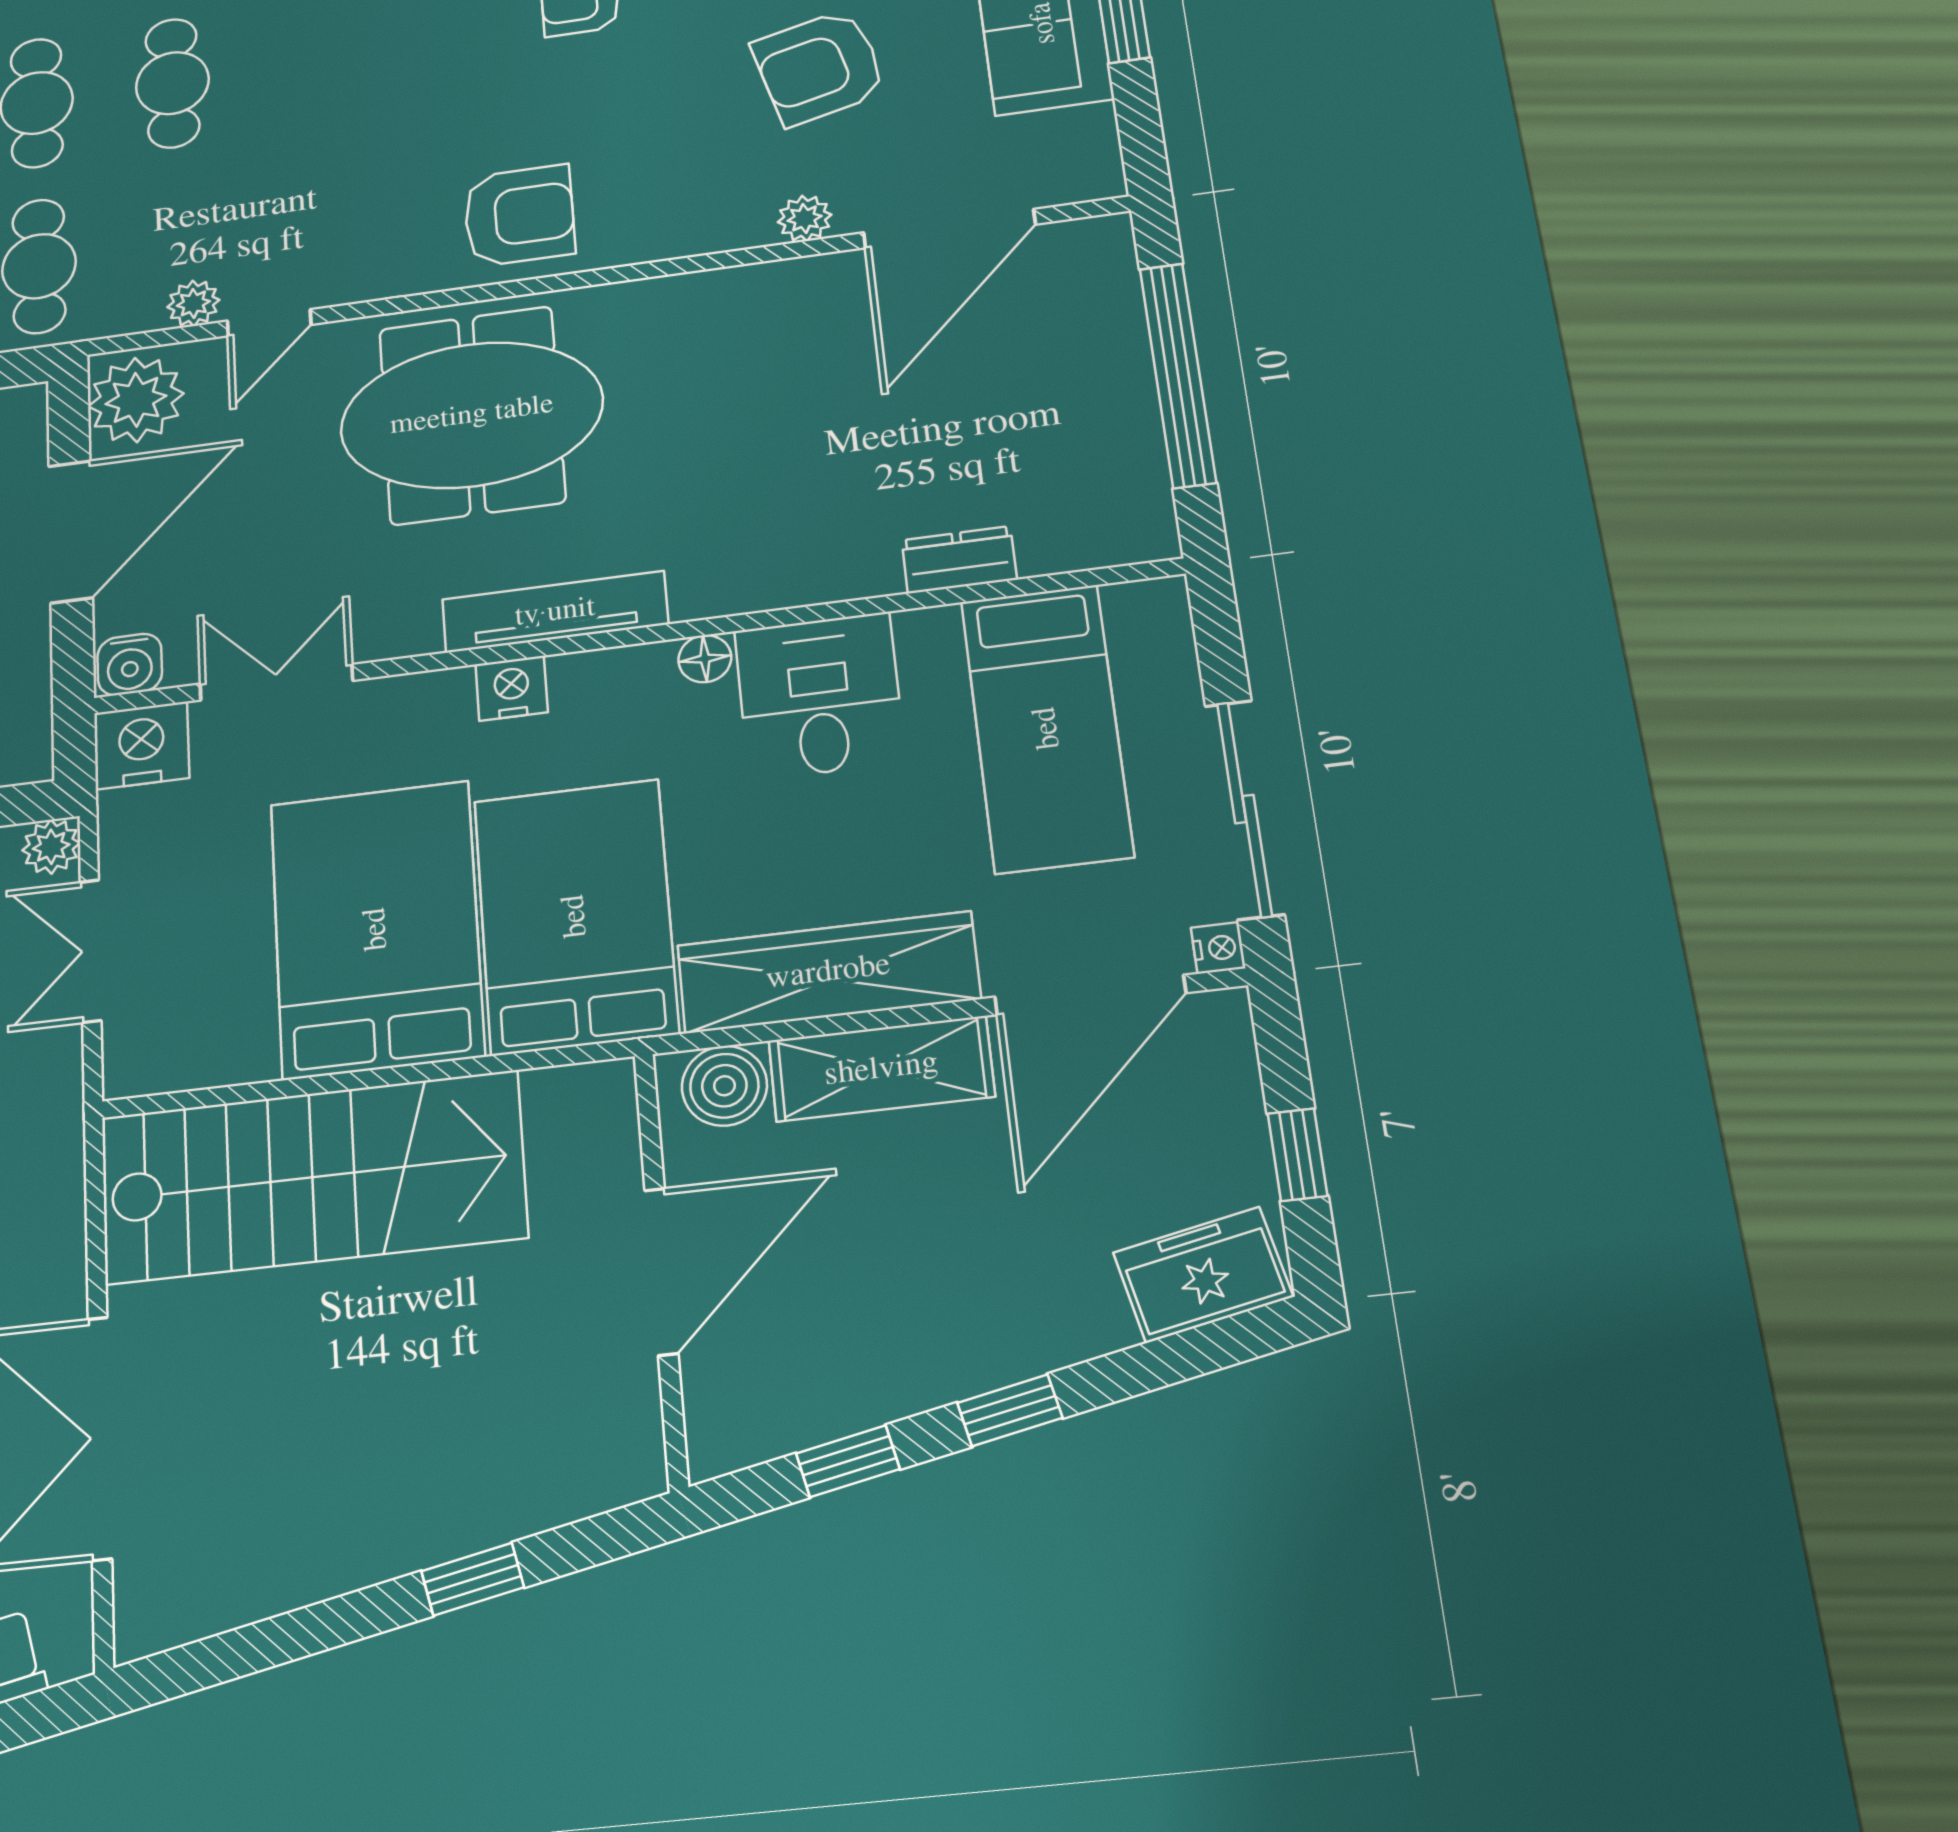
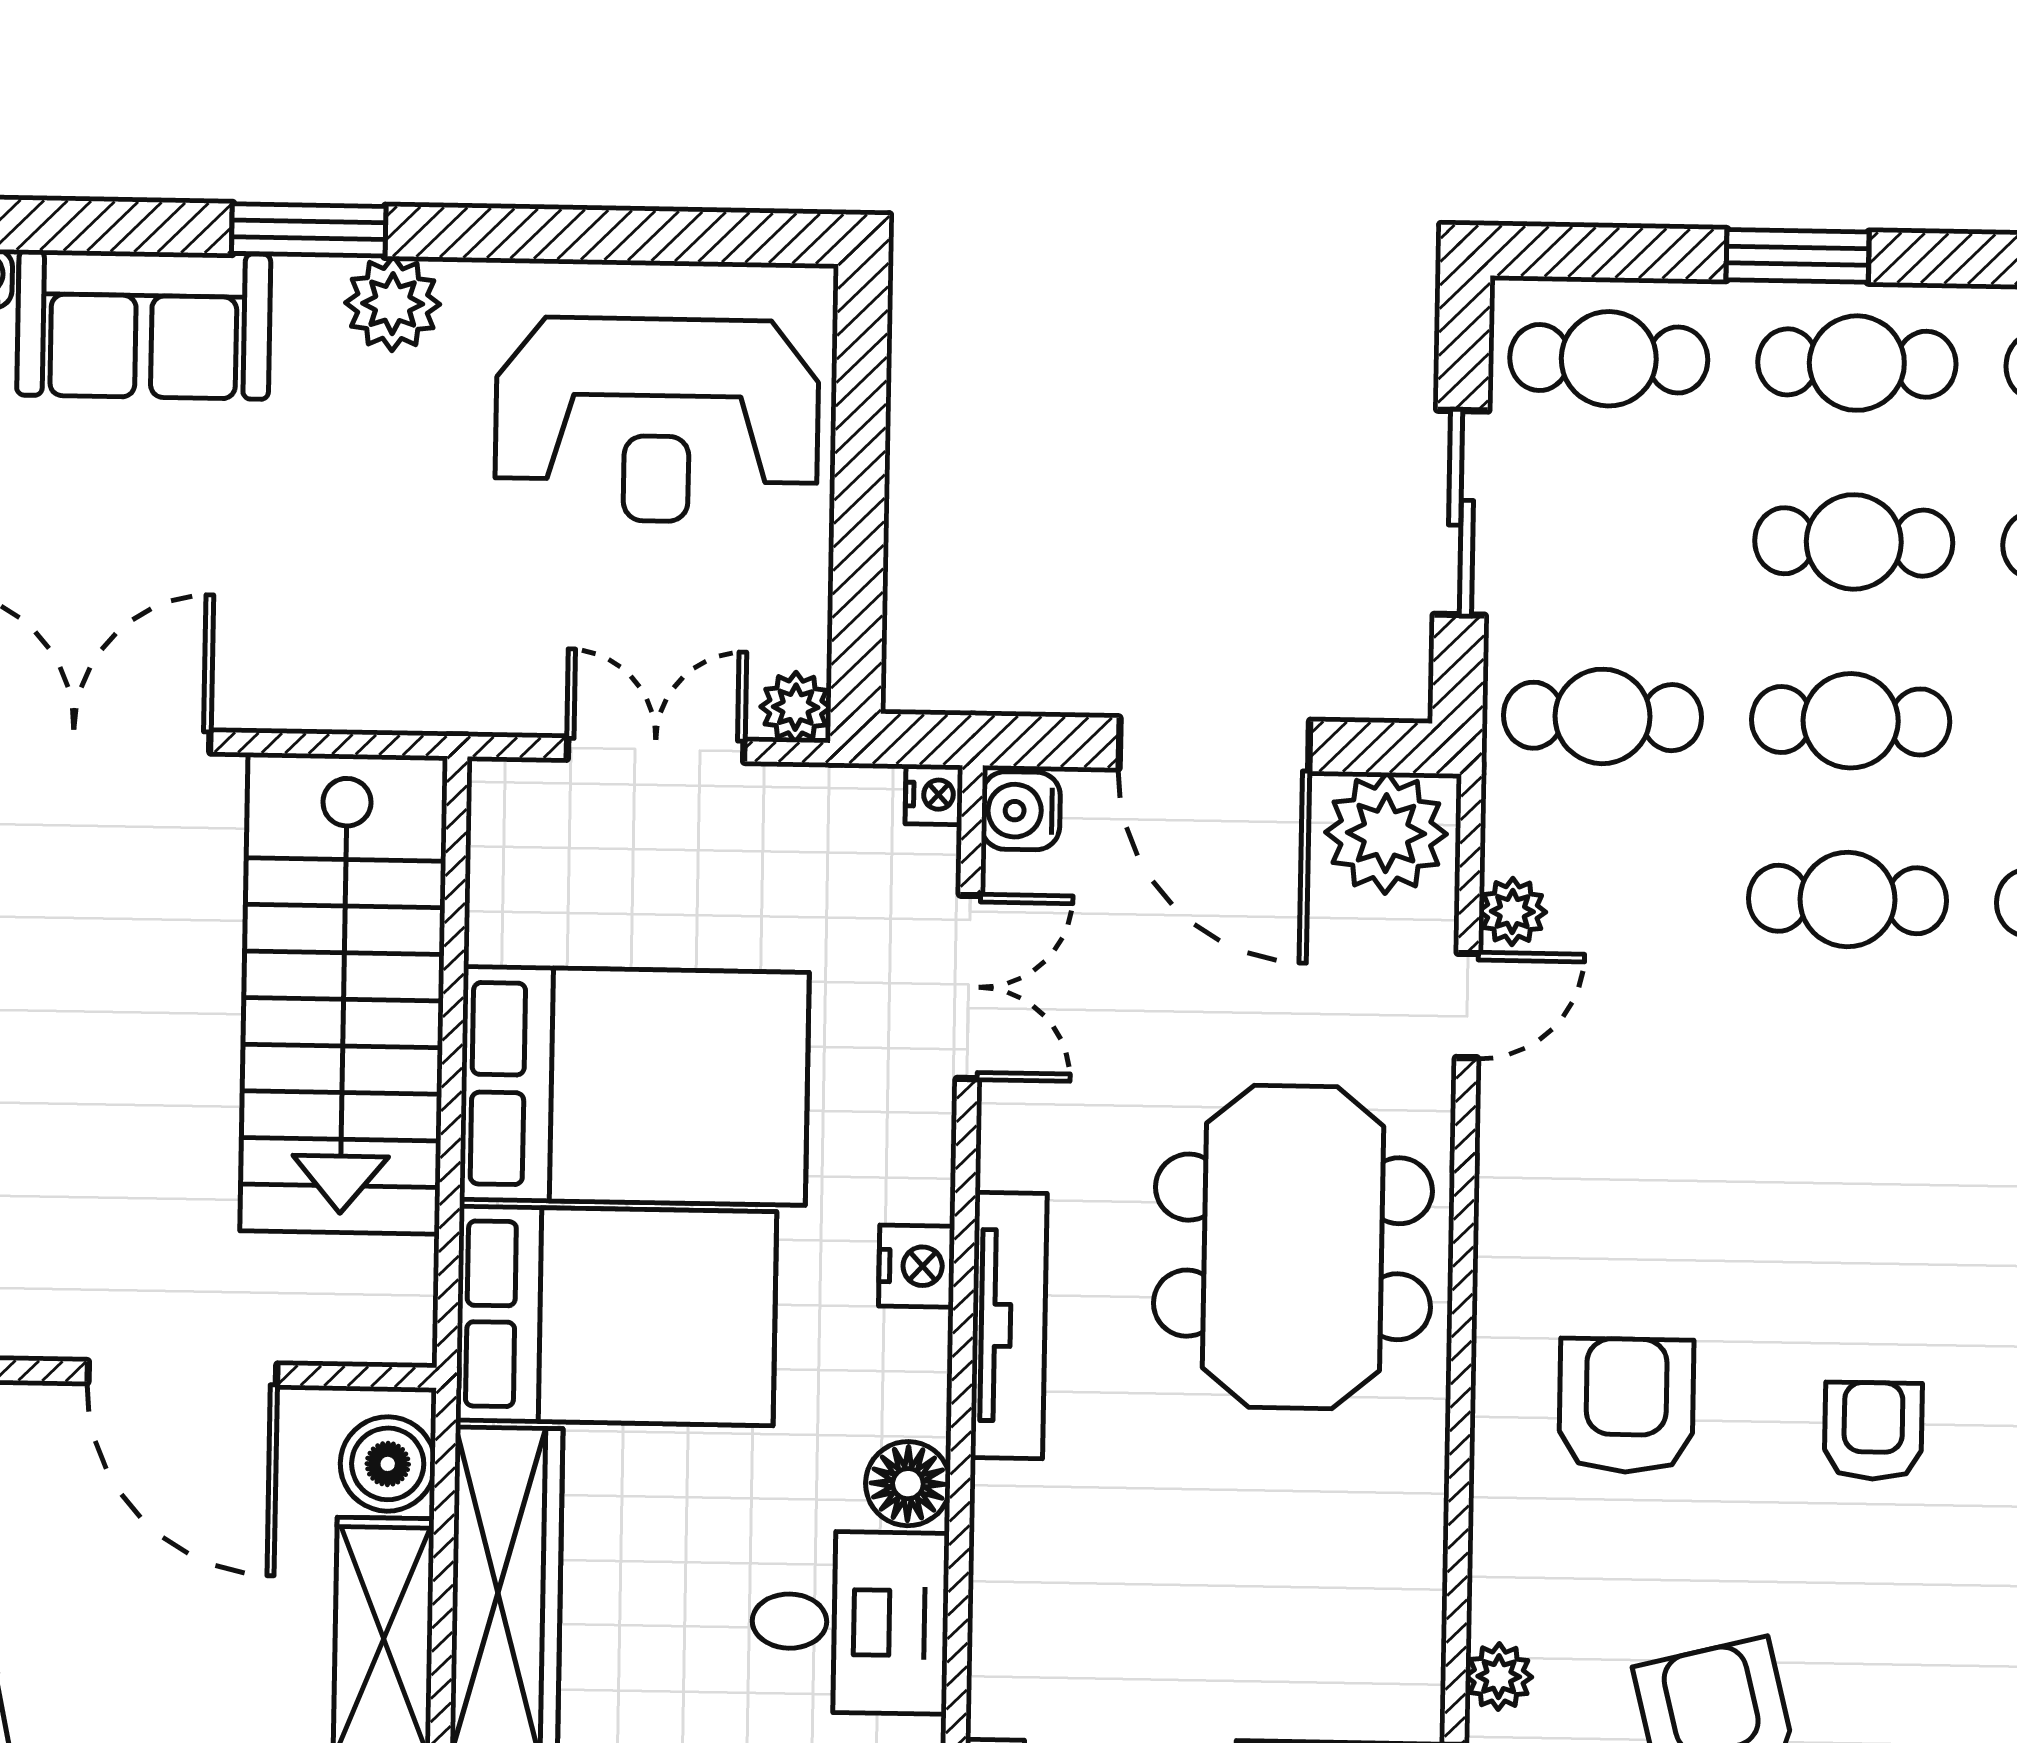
armchair: (519, 216) -> (1626, 1405), moved, turned 180
door: (269, 323) -> (1467, 1006), swing flipped
floor lamp: (705, 659) -> (908, 1484), width x1.37, depth x1.37
nightstand: (141, 745) -> (934, 794), width x0.53, depth x0.56

